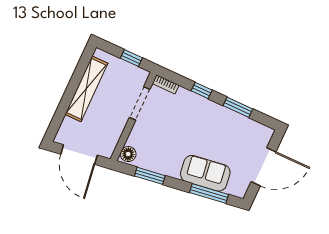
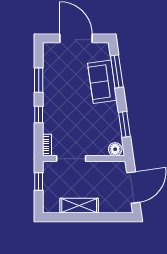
shelving: (86, 89) -> (79, 206), width x0.68

